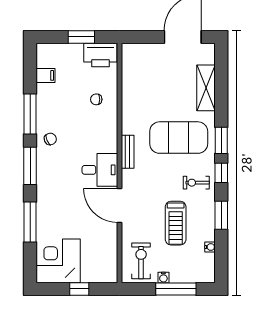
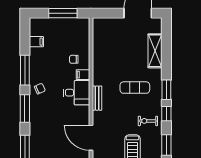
window: (81, 37) -> (63, 13), width x1.44
printer: (100, 55) -> (77, 26), removed
filing cabinet: (109, 120) -> (83, 75), added
exercise mat: (179, 138) -> (135, 88), width x0.50, depth x0.69
desk: (100, 170) -> (77, 93), moved

